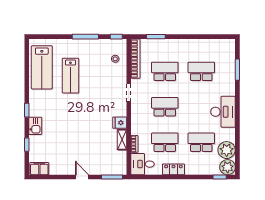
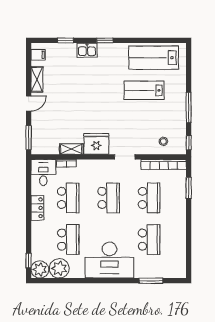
desk: (223, 112) -> (109, 260), width x1.36, depth x1.30
fridge: (120, 123) -> (96, 144), width x1.88, depth x1.34
filing cabinet: (39, 169) -> (38, 55), width x0.50
shelving: (61, 170) -> (37, 79), added

